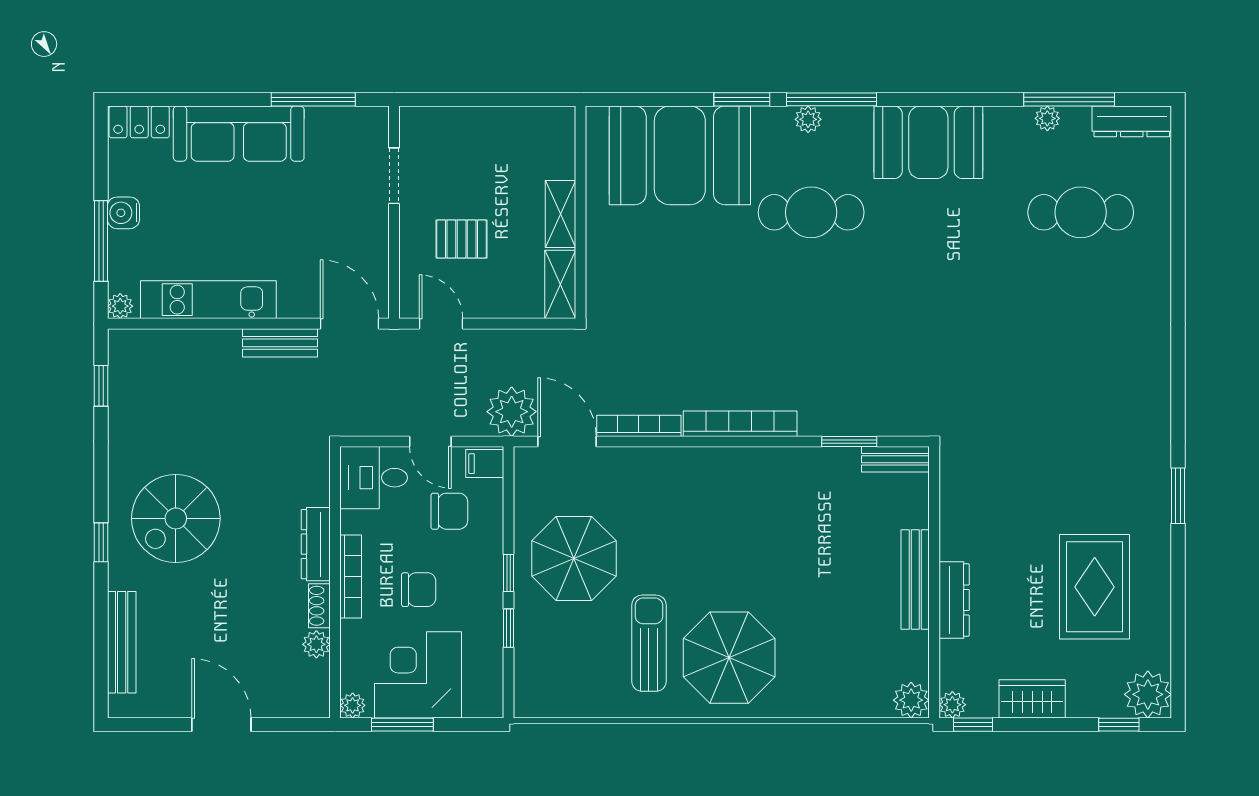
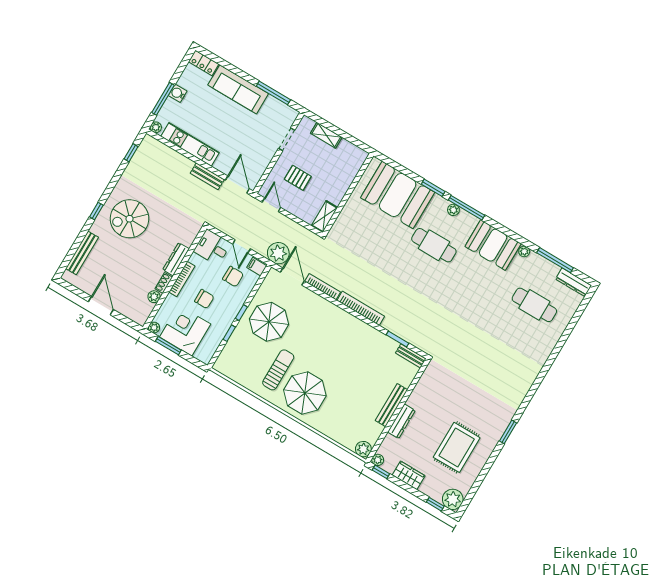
plant: (1047, 118) -> (524, 251), moved
shelving: (561, 214) -> (326, 135), moved, turned 90

